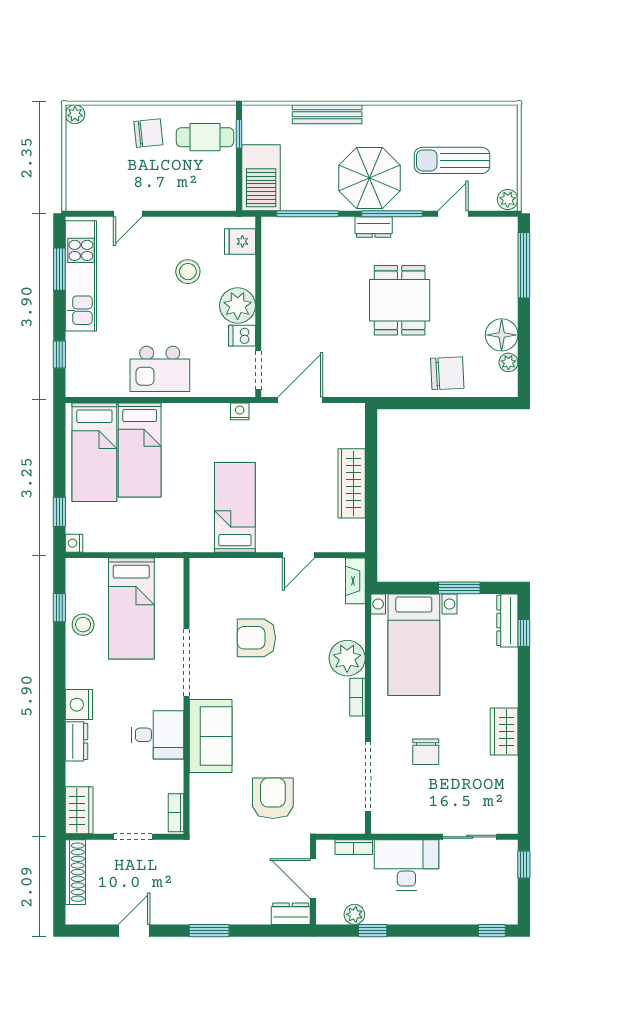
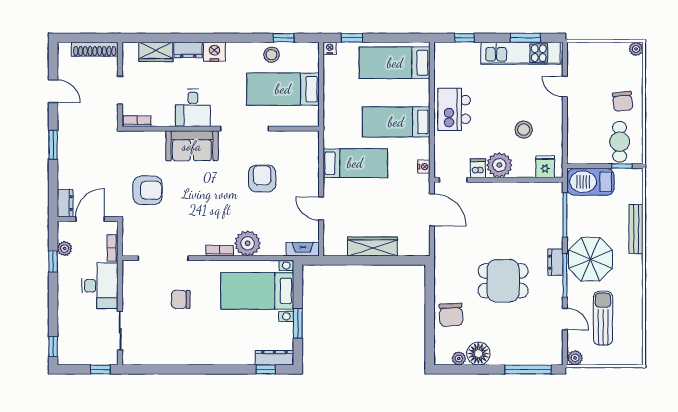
bed: (140, 450) -> (396, 122), moved
wardrobe: (504, 731) -> (195, 355), removed
wardrobe: (79, 810) -> (156, 52), moved

